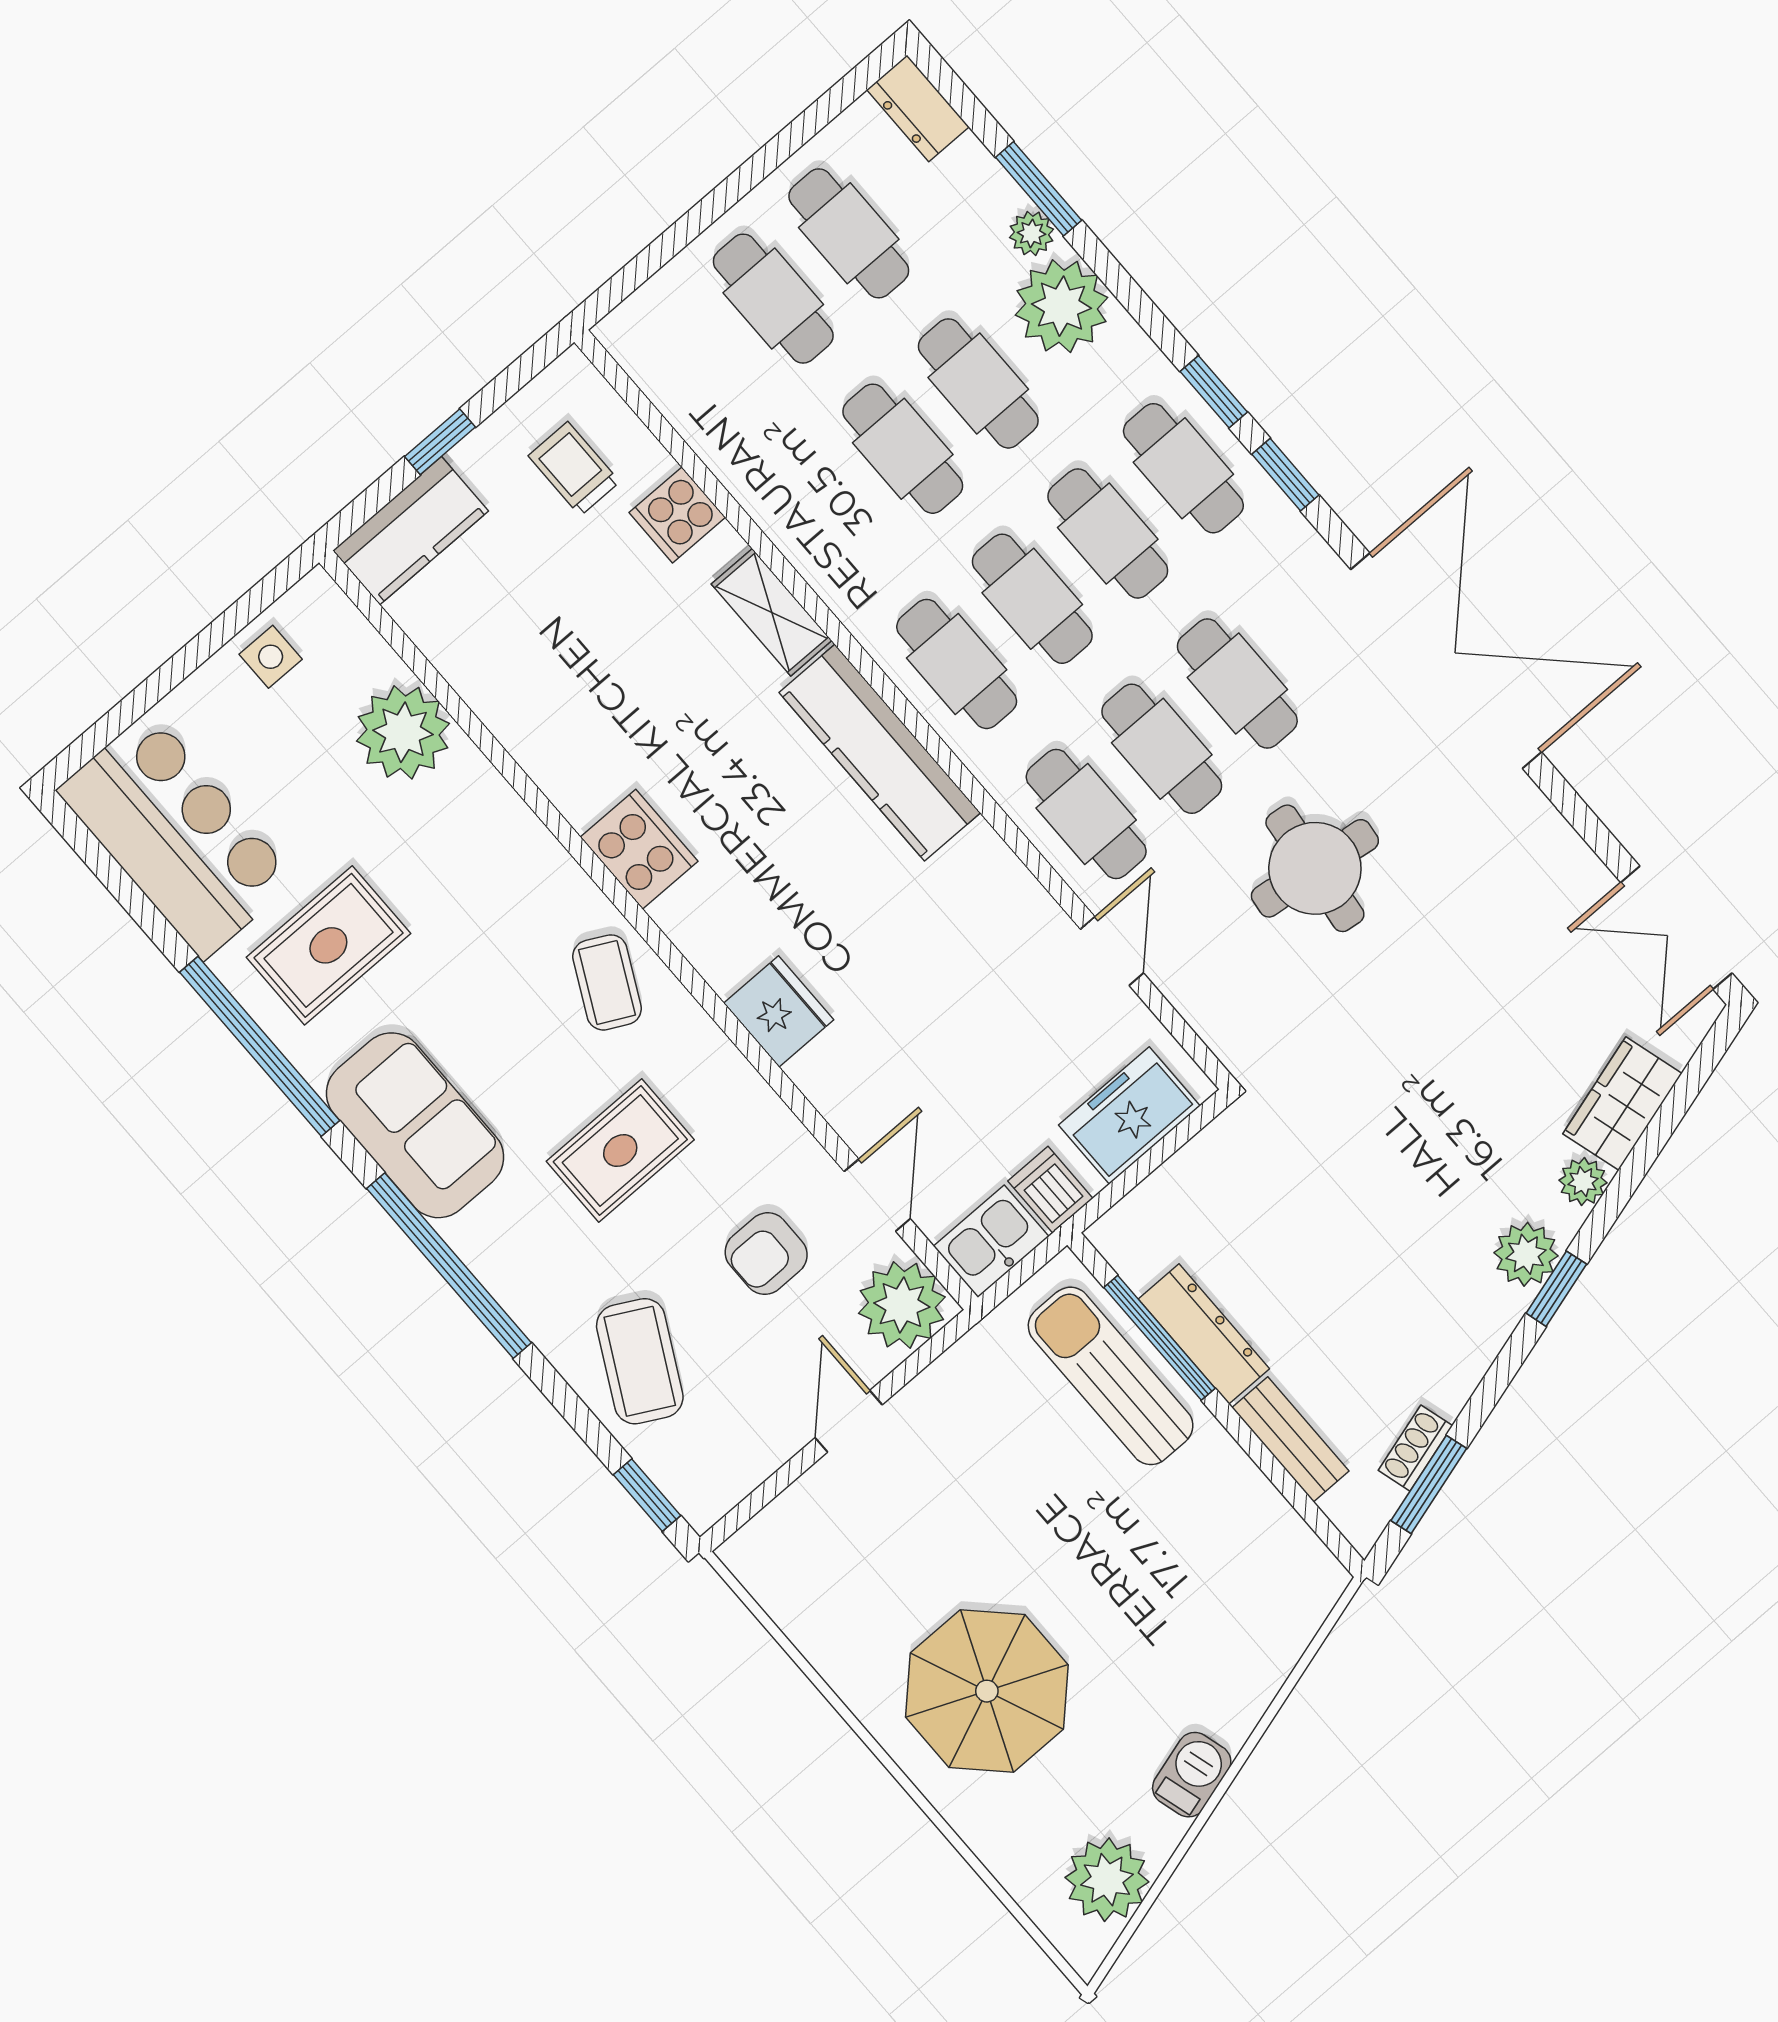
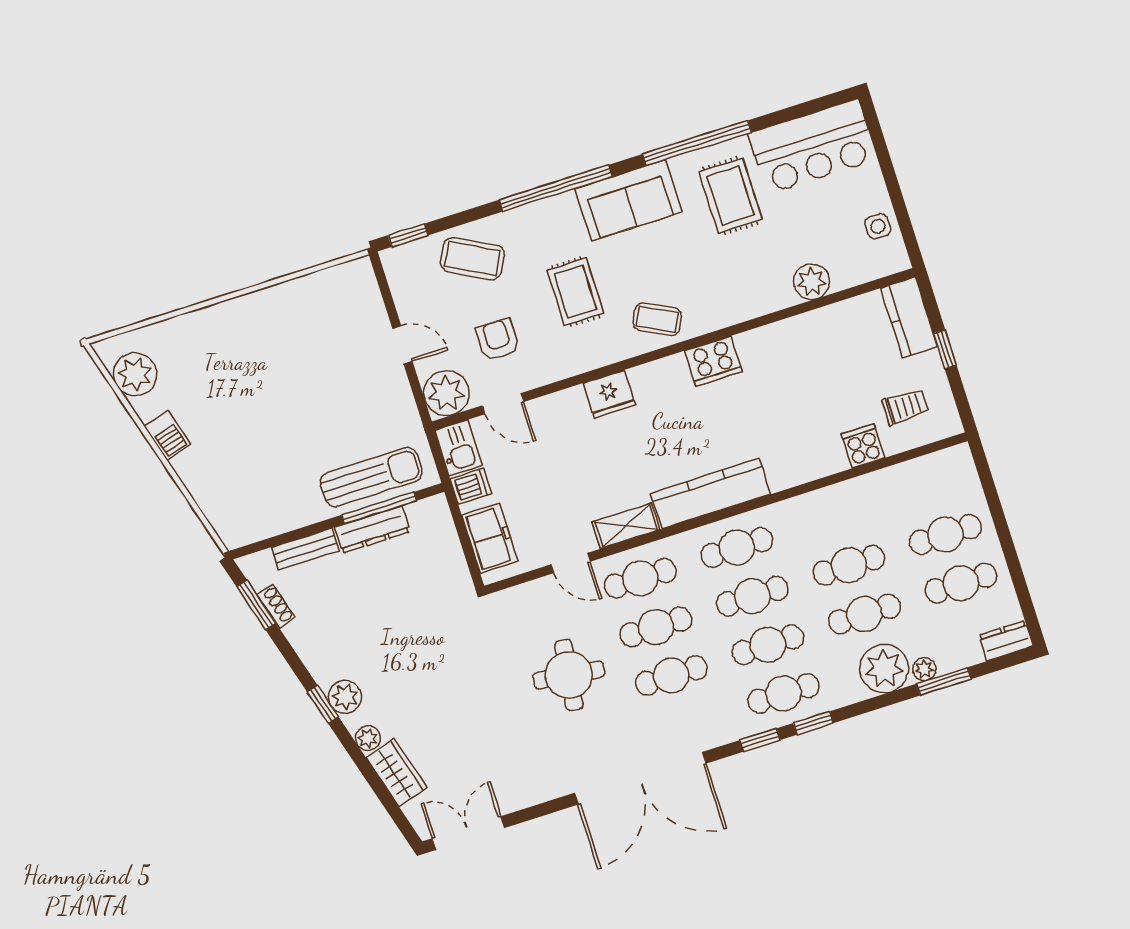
shelving: (772, 612) -> (626, 526), moved
plant: (403, 732) -> (812, 282), width x0.73, depth x0.73
parasol: (987, 1691) -> (248, 356), removed

